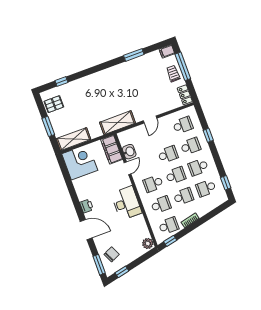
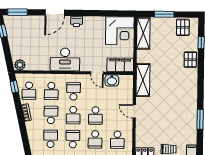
pallet: (81, 86) -> (190, 60), added
school desk: (183, 196) -> (51, 115), turned 180
chair: (112, 254) -> (23, 27), removed

